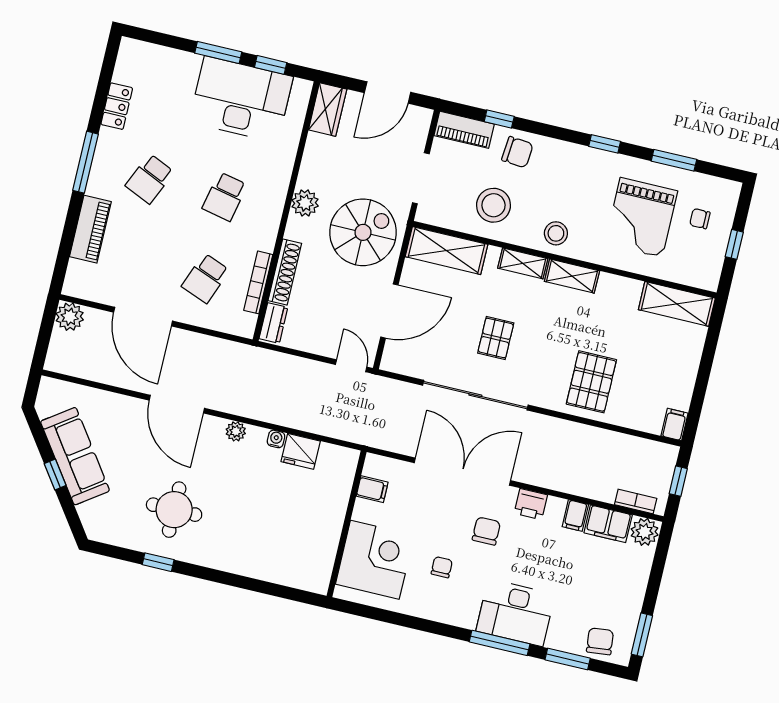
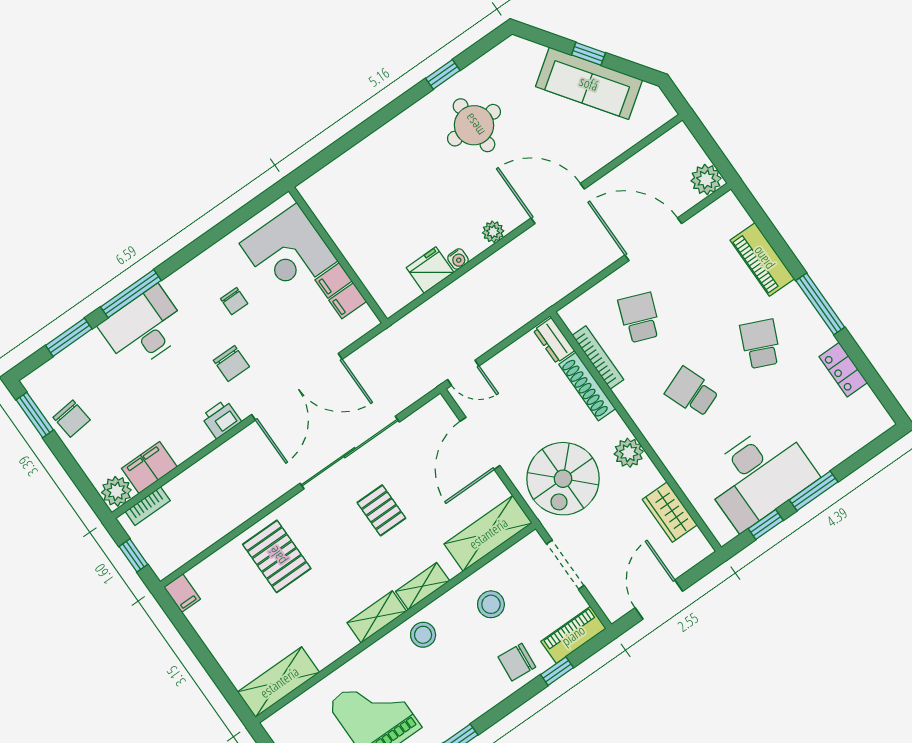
wardrobe: (328, 109) -> (670, 512), moved
school desk: (225, 197) -> (692, 392), turned -33
stool: (493, 205) -> (491, 604), width x0.73, depth x0.73
filing cabinet: (575, 516) -> (334, 280), moved, turned -90
chair: (600, 641) -> (72, 419), moved

